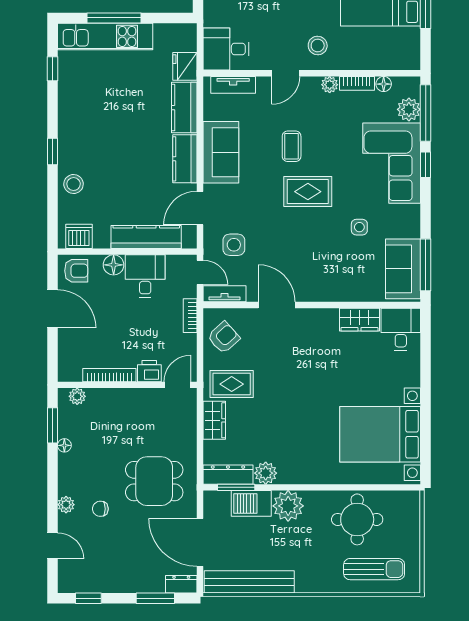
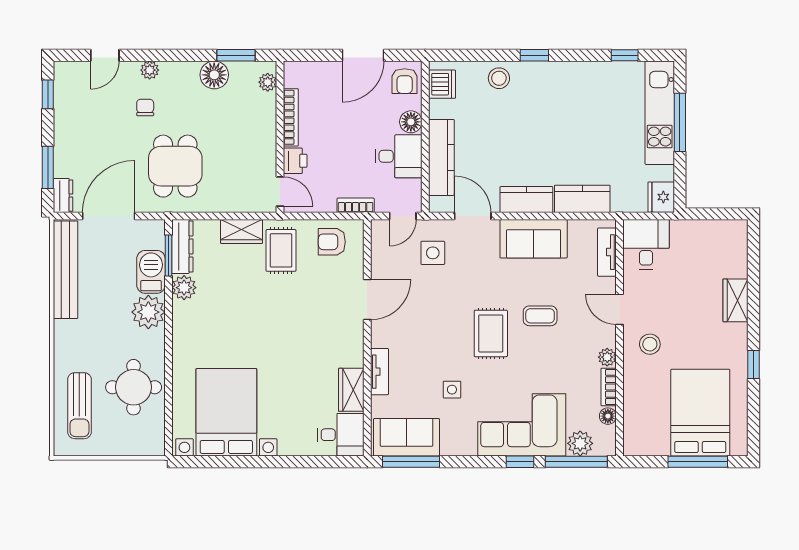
fridge: (185, 66) -> (661, 197), moved, turned -90
tv unit: (224, 294) -> (379, 372), moved
armchair: (224, 337) -> (332, 242), turned 132
floor lamp: (64, 445) -> (214, 75), width x1.89, depth x1.89

